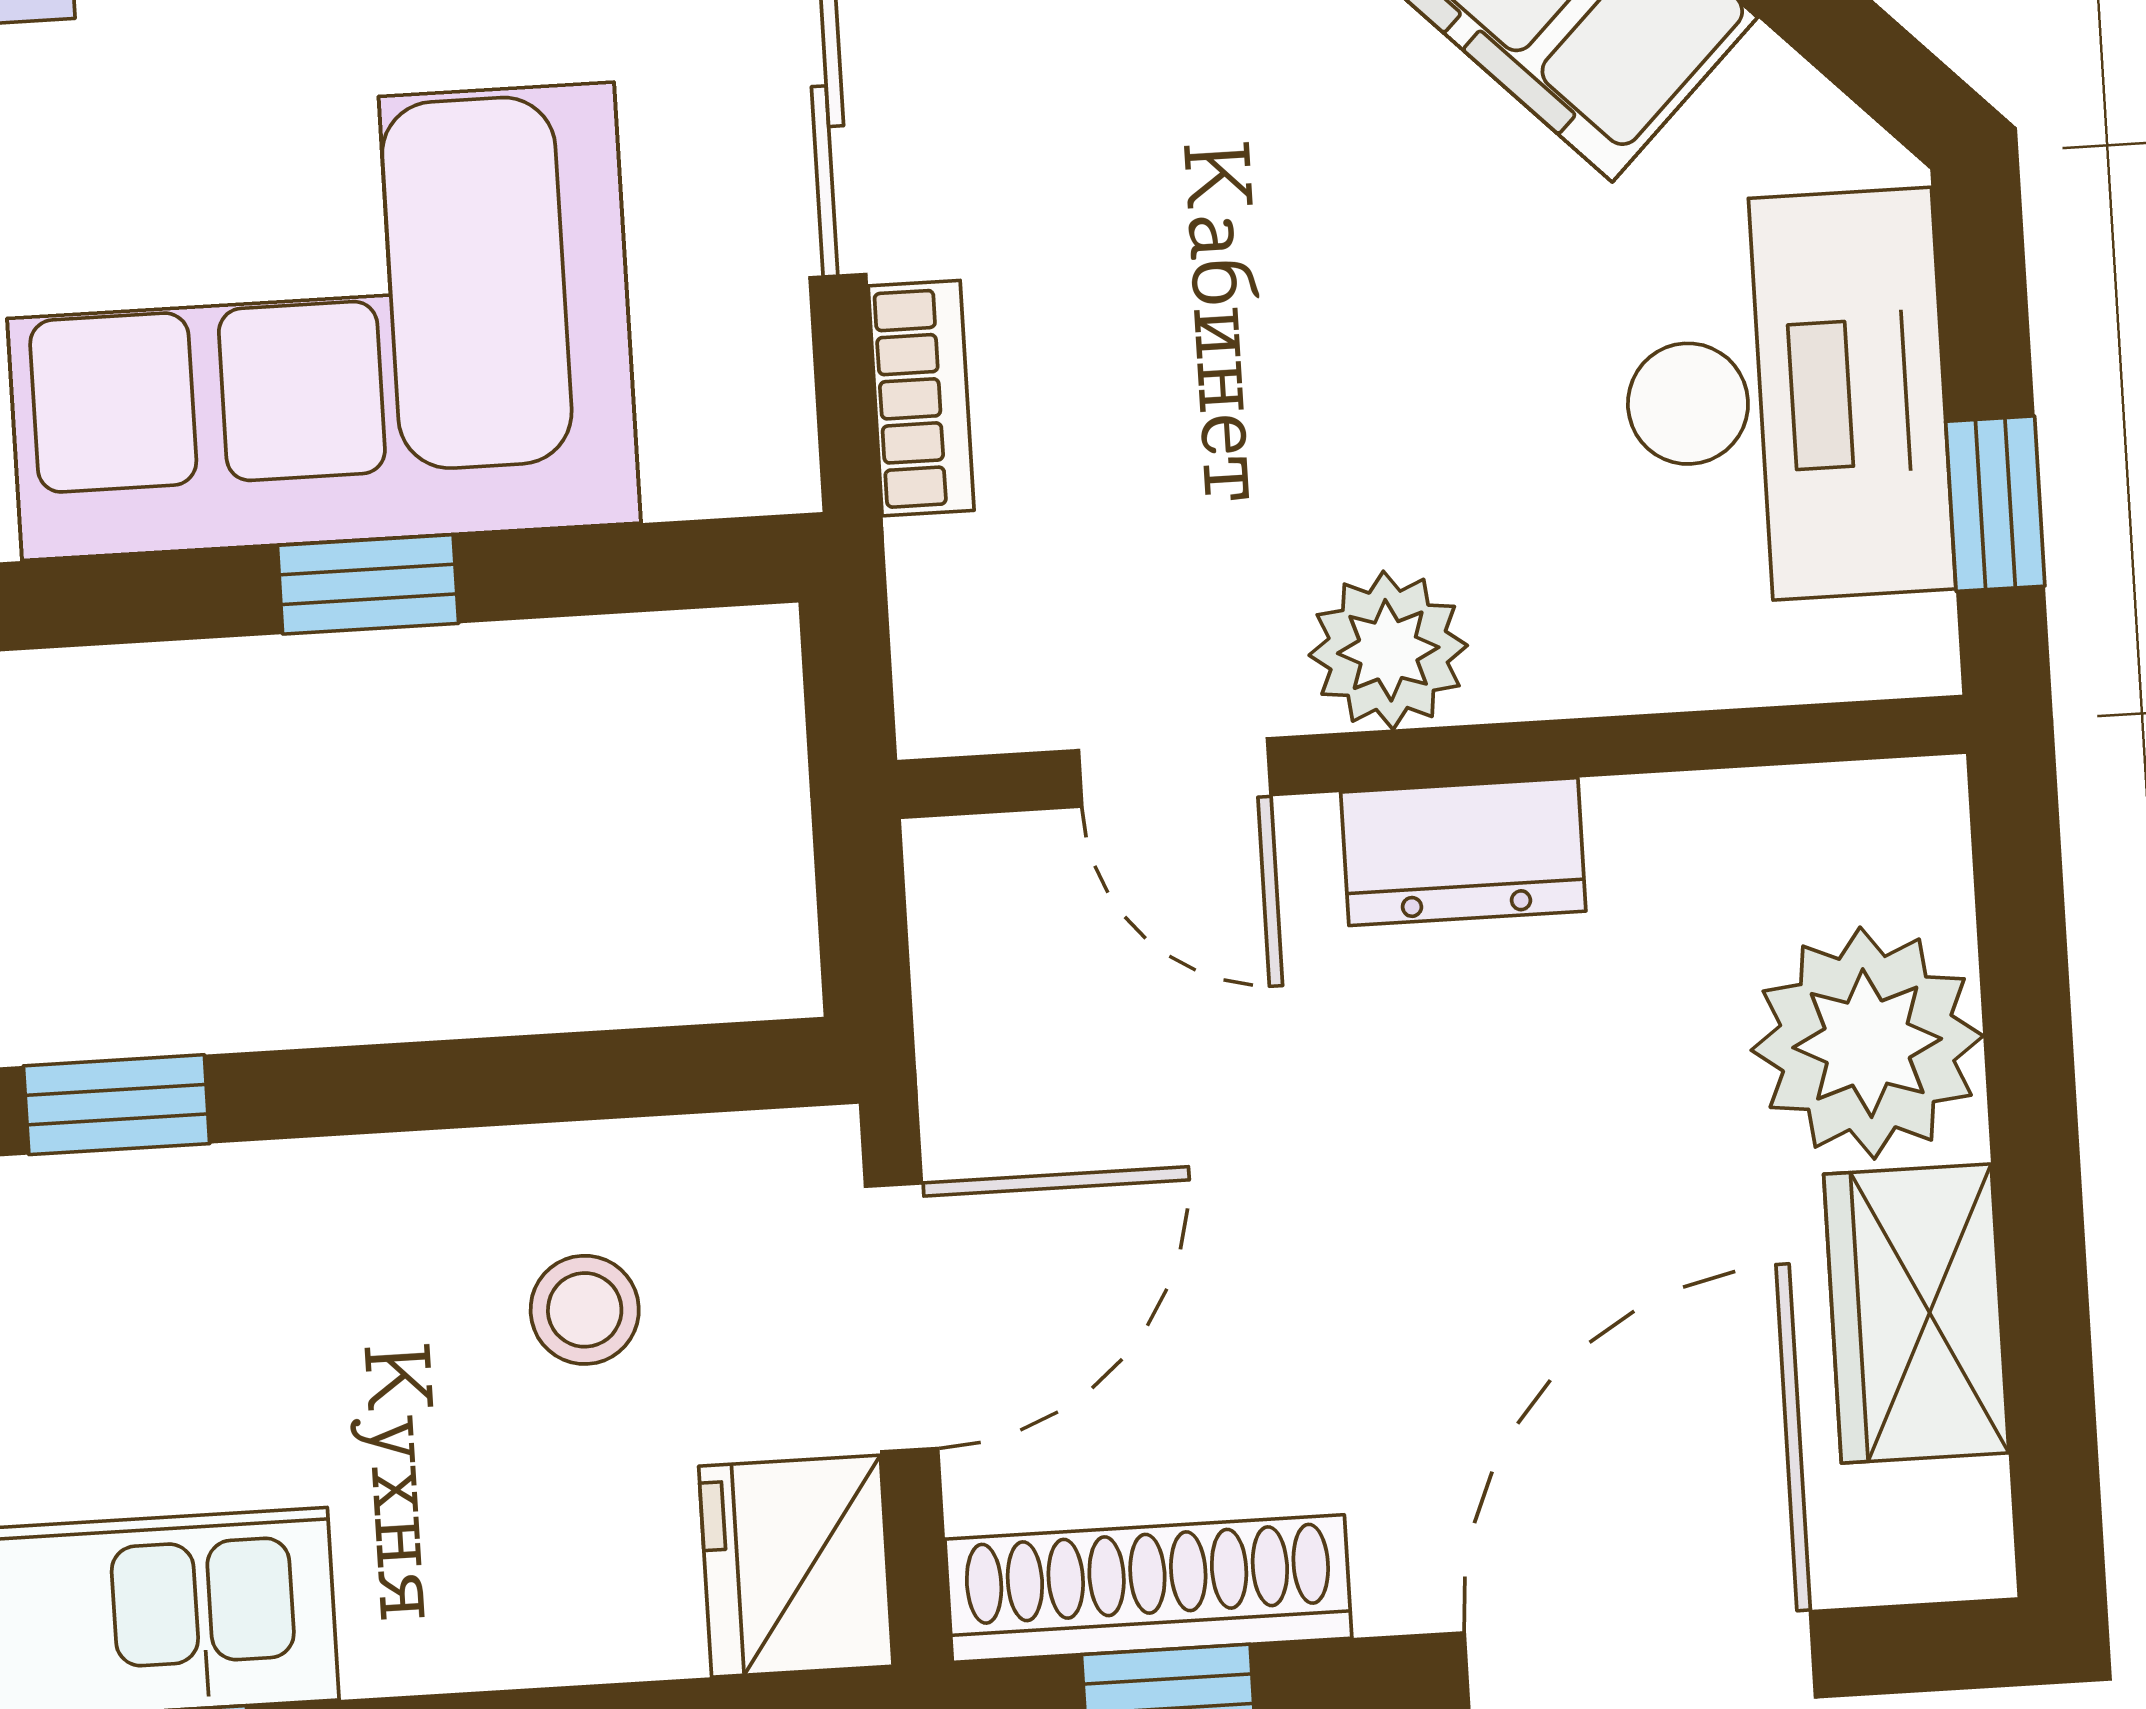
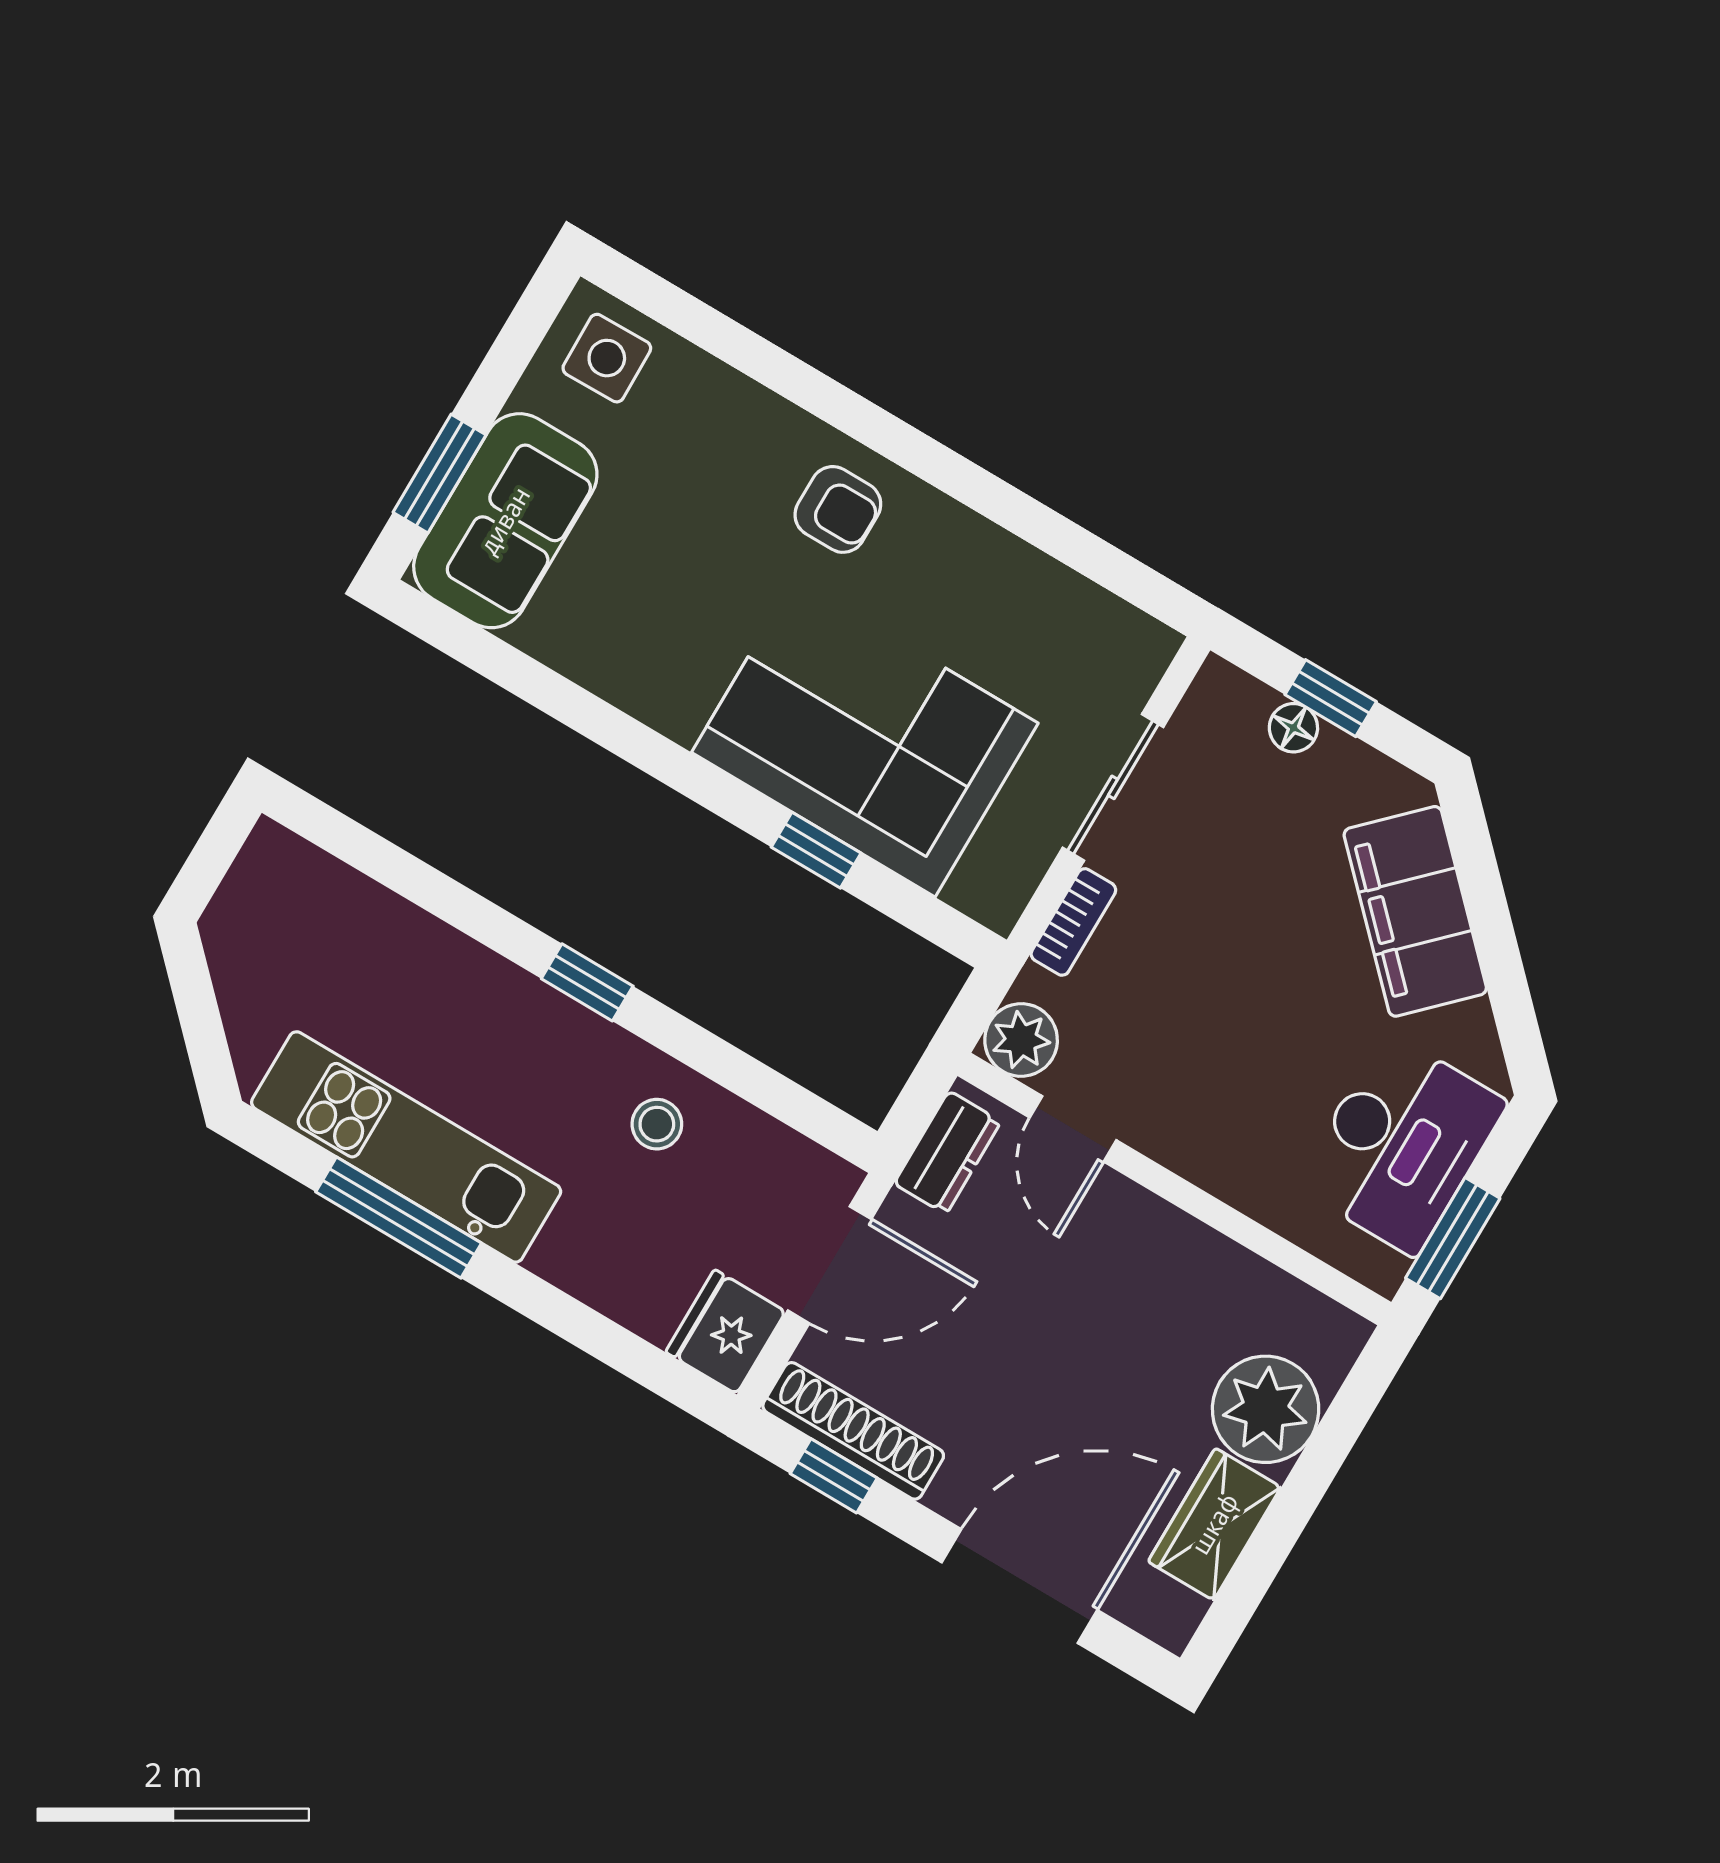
window: (1995, 504) -> (1453, 1238), width x1.50
plant: (1388, 650) -> (1021, 1040), moved
dresser: (1463, 852) -> (947, 1153), moved, turned -90
stool: (585, 1310) -> (657, 1124), moved

